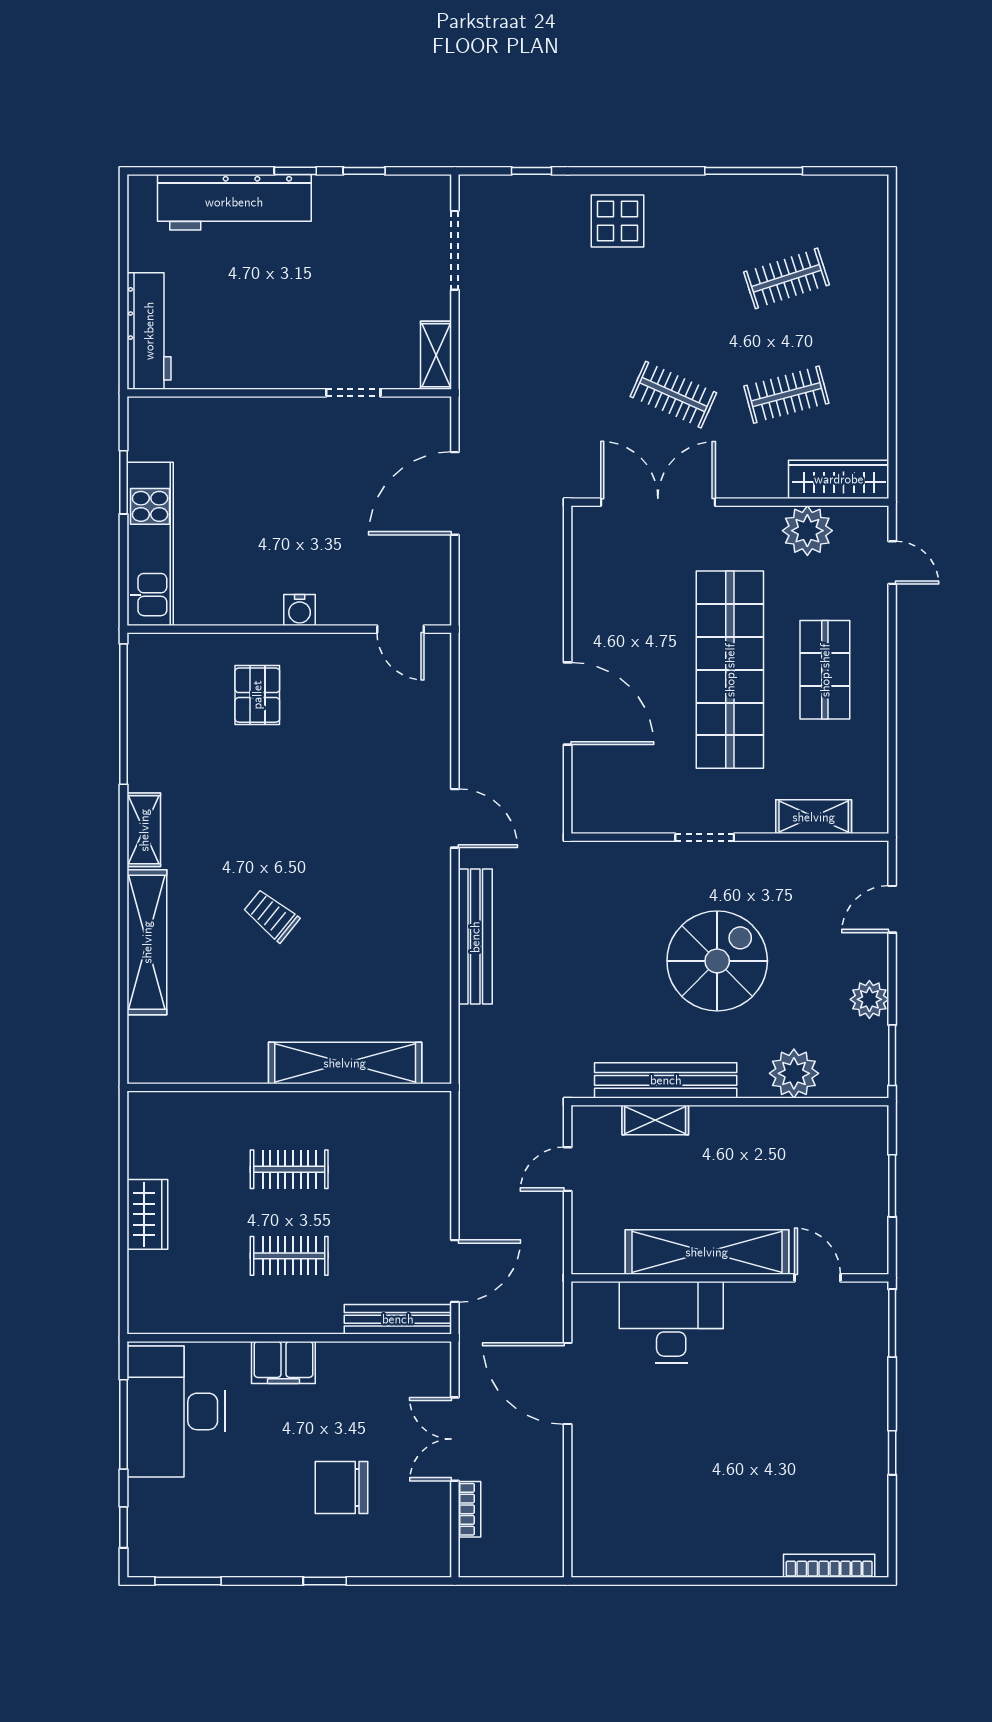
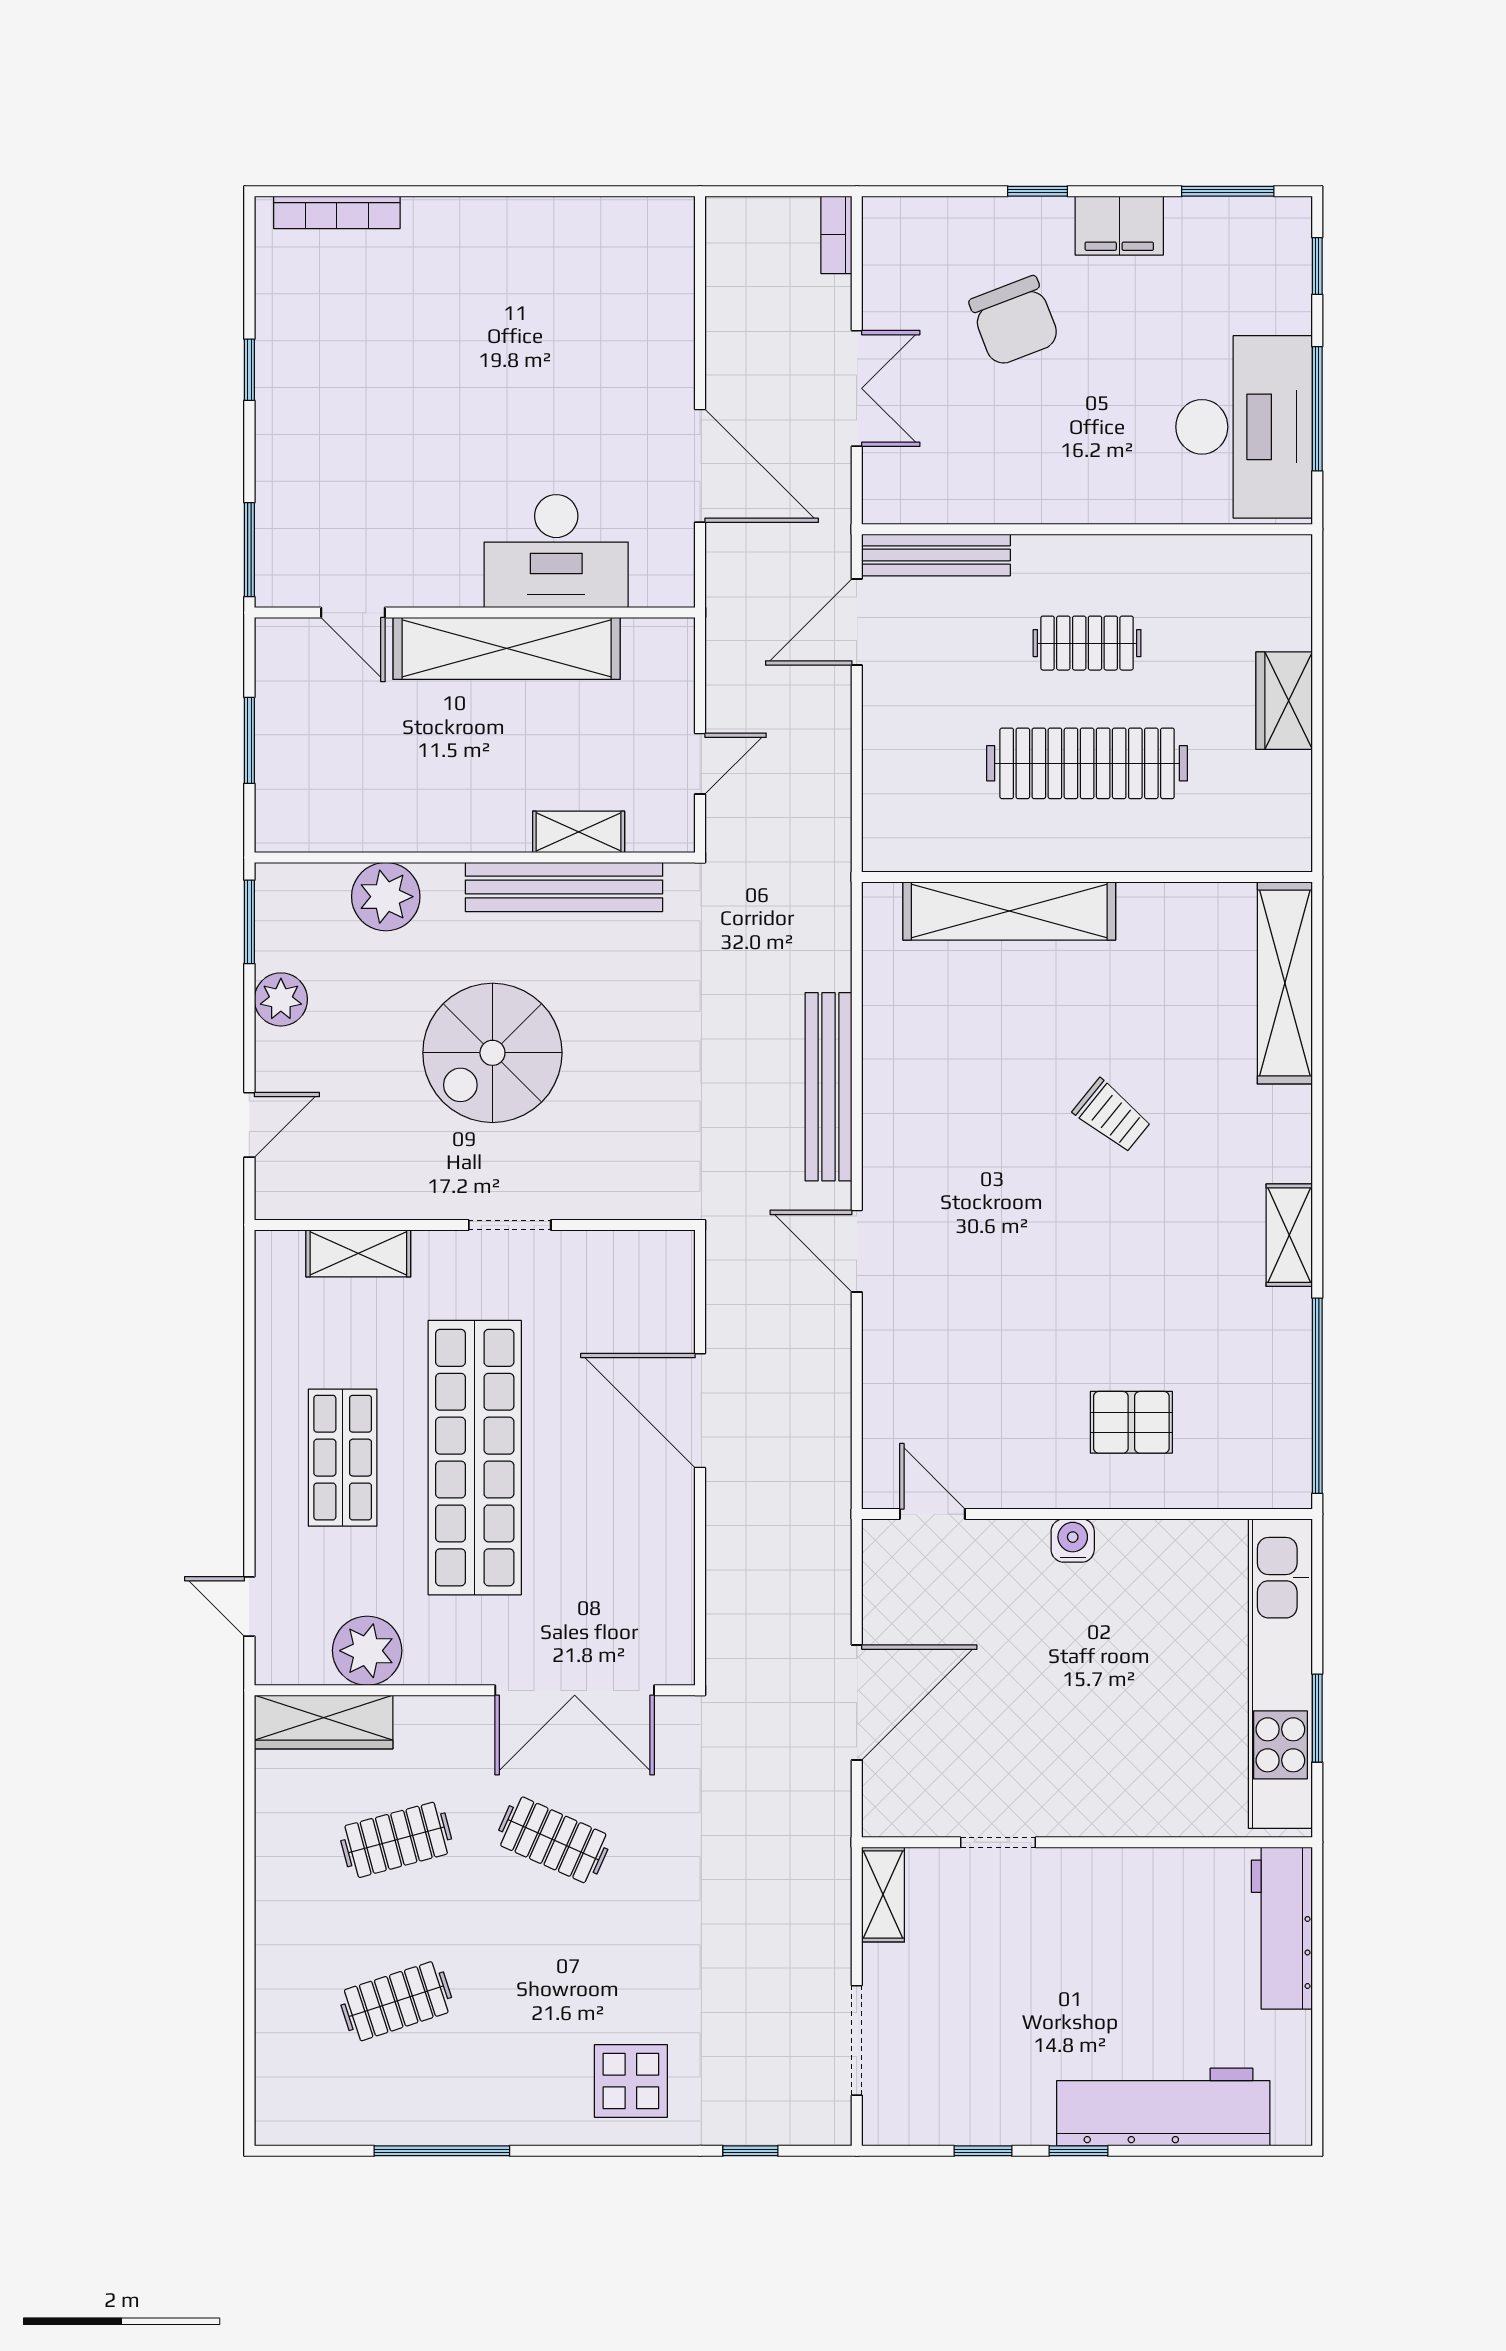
kitchen unit: (150, 544) -> (1280, 1674), width x1.36
pallet: (257, 695) -> (1131, 1422), turned 90
shelving: (147, 942) -> (1285, 983), moved
clothes rail: (289, 1169) -> (1087, 763), width x1.86, depth x1.31
filing cabinet: (283, 1362) -> (1119, 226), moved, turned 180
chair: (341, 1488) -> (1014, 321), turned 69
bookcase: (470, 1509) -> (836, 235), moved

